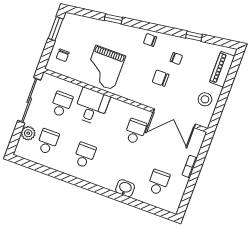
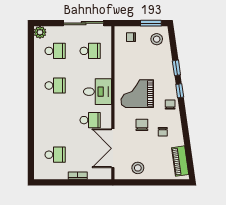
stool: (75, 29) -> (157, 39), added
window: (194, 36) -> (180, 91), moved
grand piano: (104, 68) -> (137, 94), moved
piano: (222, 69) -> (180, 161), moved, turned -98
desk: (92, 106) -> (98, 92), moved
plant: (28, 133) -> (40, 32), moved
washbasin: (125, 188) -> (40, 129), removed

